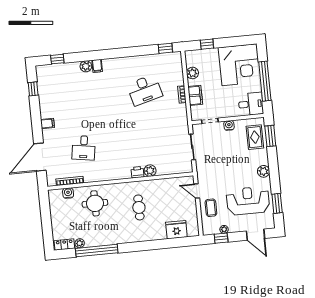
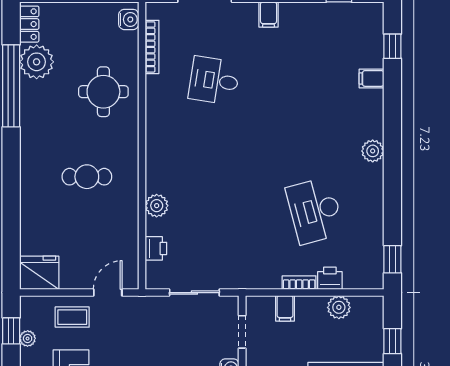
plant: (86, 66) -> (373, 151), moved
filing cabinet: (97, 66) -> (371, 78), moved
printer: (178, 79) -> (330, 278), added
filing cabinet: (195, 95) -> (285, 308), width x0.50
printer: (137, 172) -> (156, 248), moved
water cooler: (68, 193) -> (129, 19), moved
fridge: (176, 230) -> (39, 273), moved, turned -90
plant: (80, 243) -> (37, 62), width x1.87, depth x1.87

